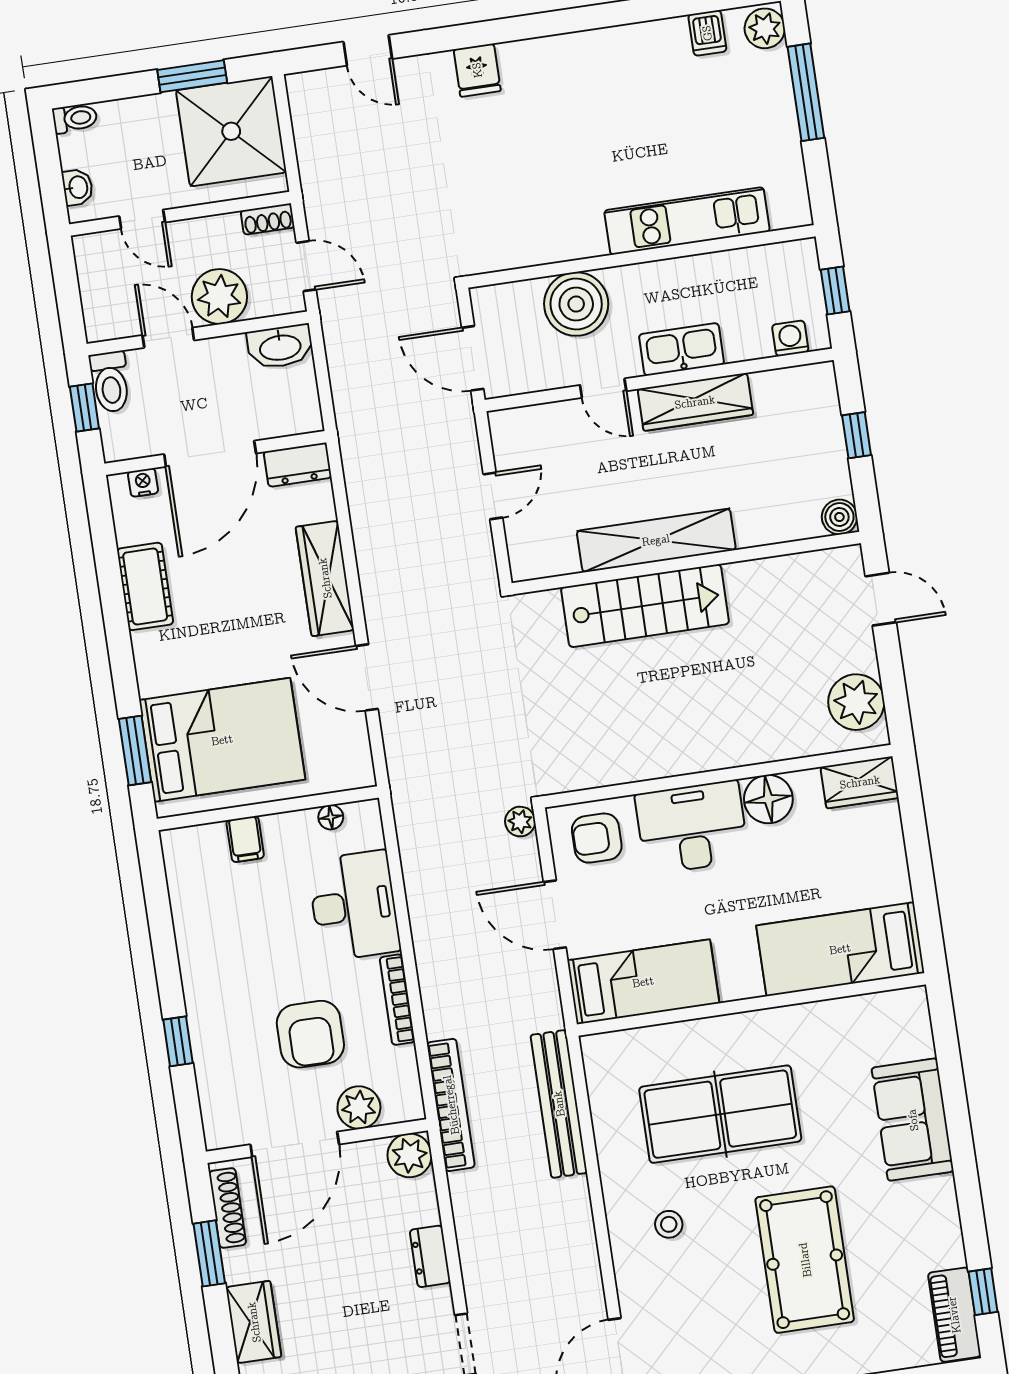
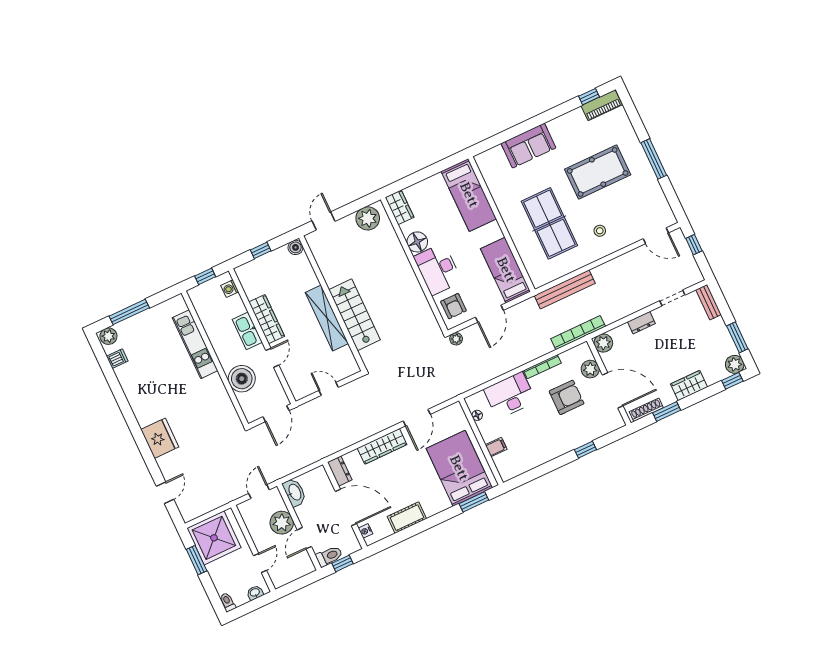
fridge: (477, 70) -> (160, 438), width x1.88, depth x1.34
shoe rack: (268, 219) -> (245, 513), removed

